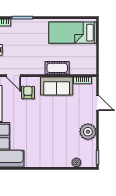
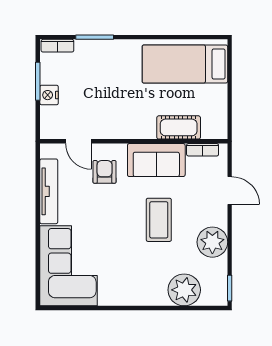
cot: (57, 68) -> (179, 127), moved
coffee table: (58, 119) -> (159, 220), added
plant: (76, 162) -> (184, 290), width x1.87, depth x1.87

